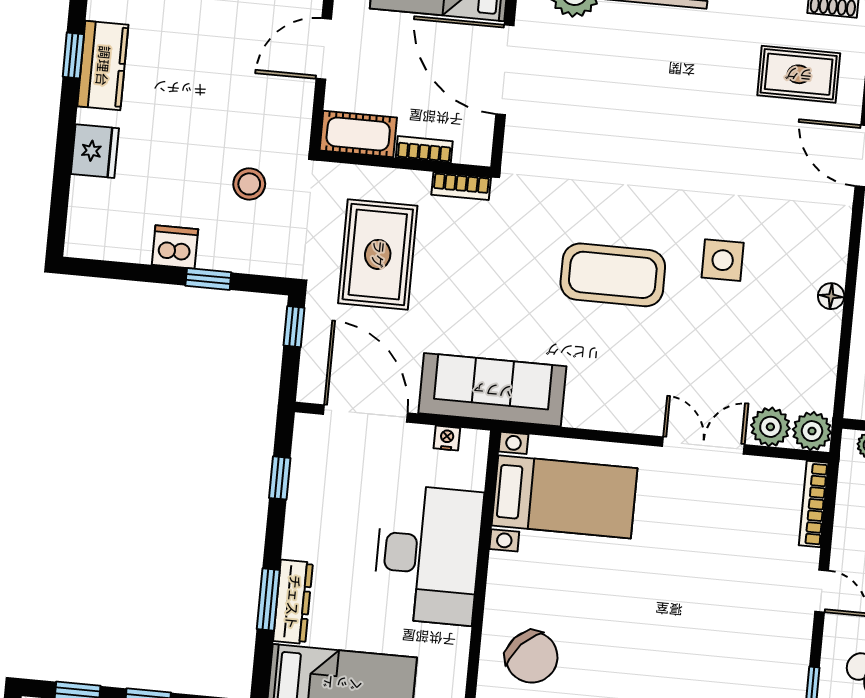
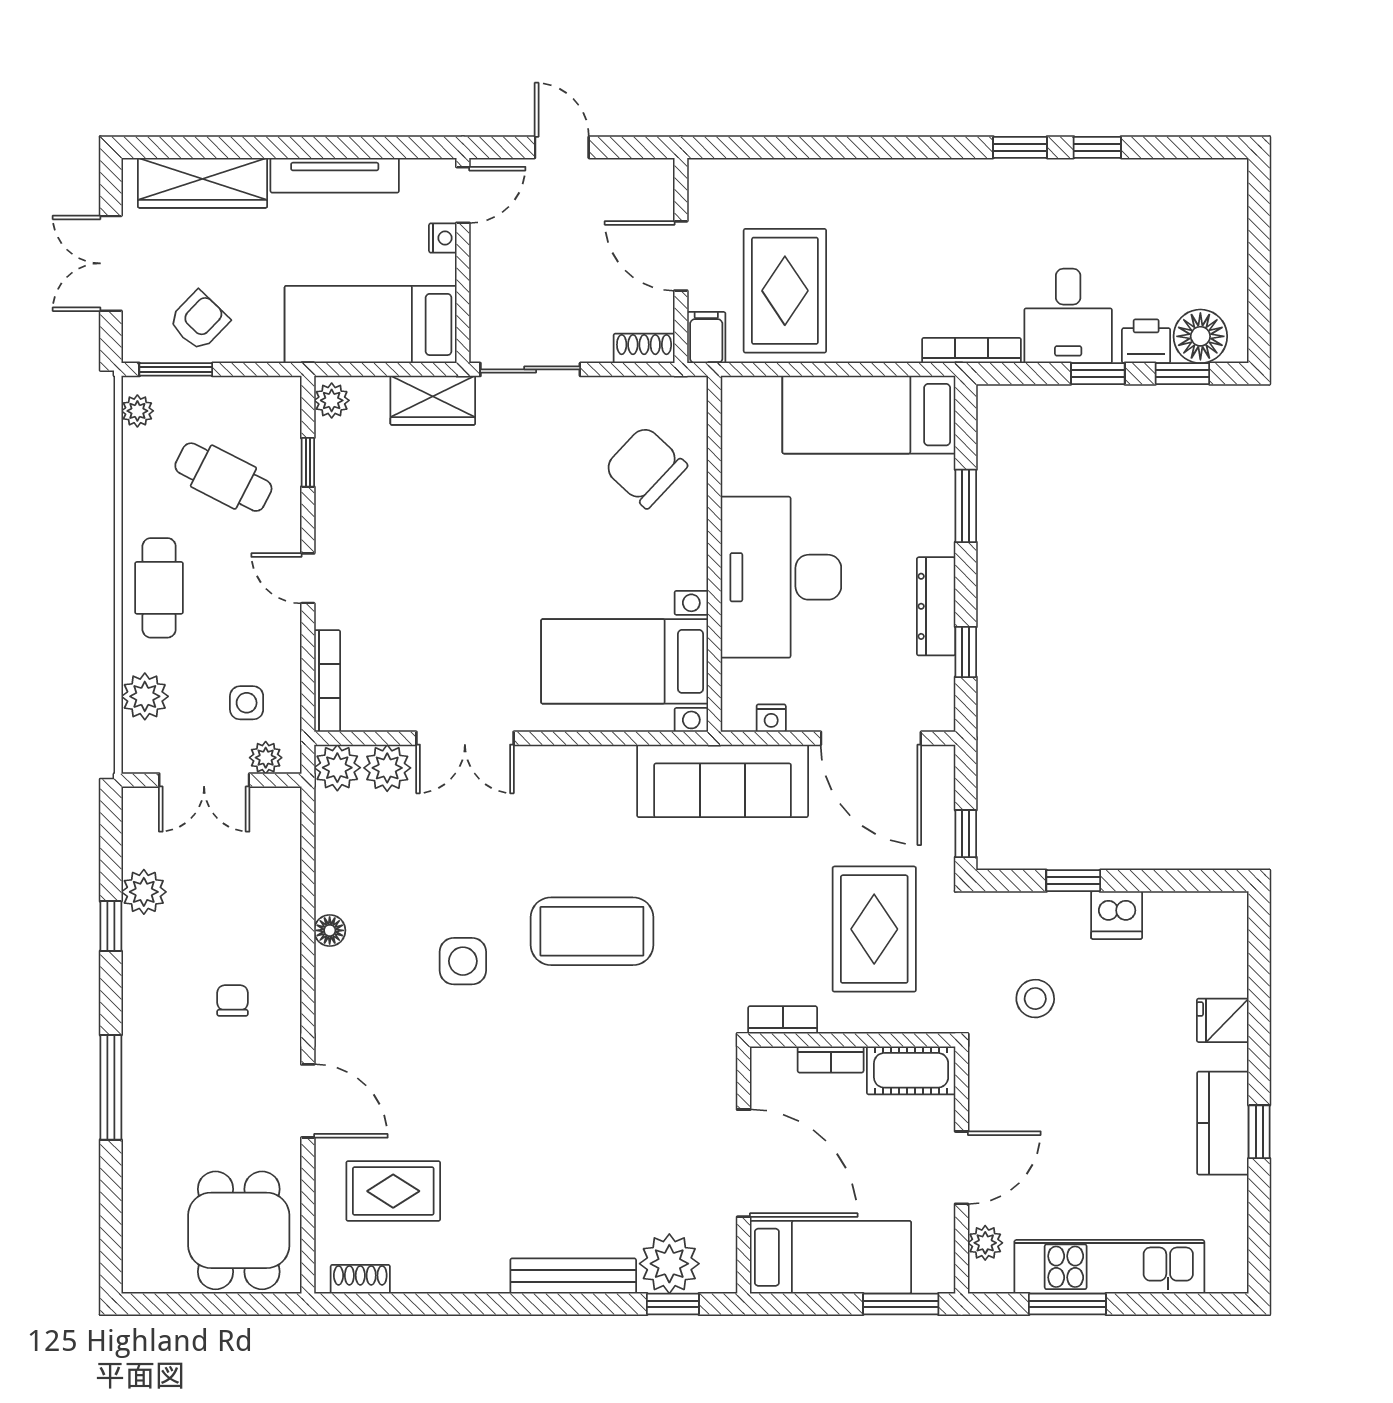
fridge: (95, 151) -> (1223, 1020), width x0.72
dresser: (293, 602) -> (936, 606), moved

